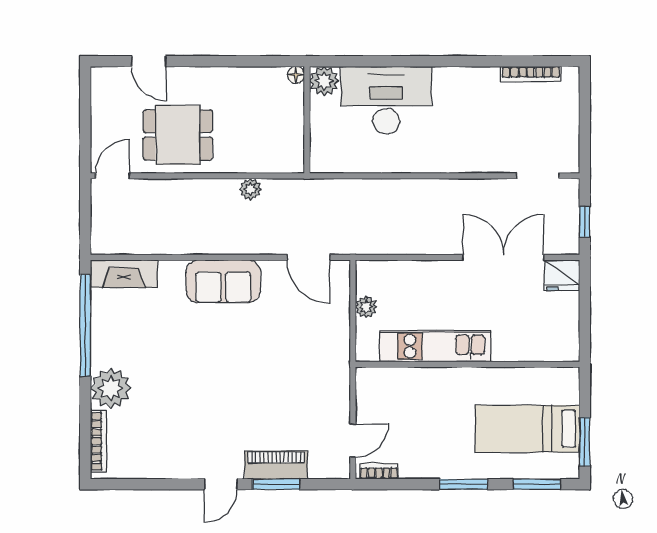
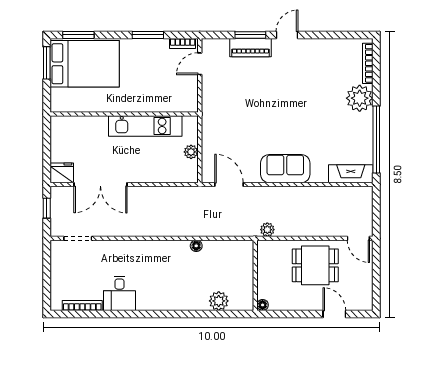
floor lamp: (296, 75) -> (263, 305), moved
desk: (386, 100) -> (119, 293), moved, width x0.53, depth x0.77
wall: (307, 120) -> (255, 275), moved
floor lamp: (358, 165) -> (196, 246), added
door: (112, 176) -> (358, 238), hinge flipped
bed: (527, 429) -> (85, 64), width x1.50
window: (464, 484) -> (148, 35), moved

